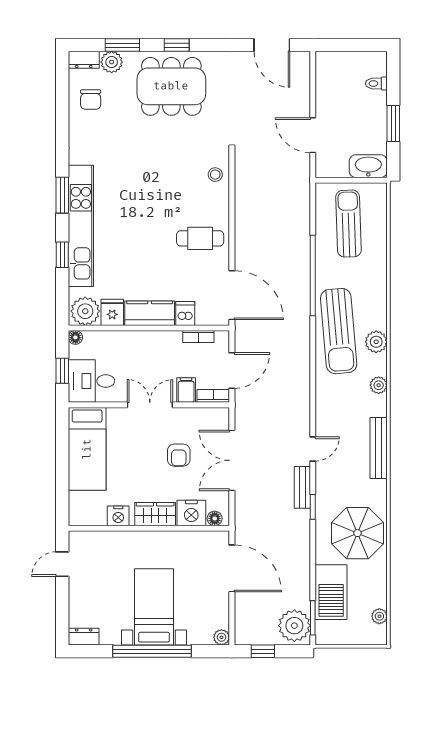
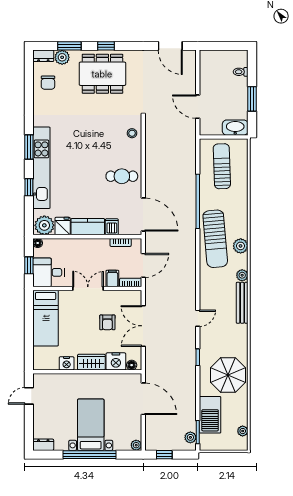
bench: (379, 448) -> (242, 303), moved
bench: (302, 487) -> (191, 344), removed
plant: (294, 626) -> (190, 437), width x0.53, depth x0.53

